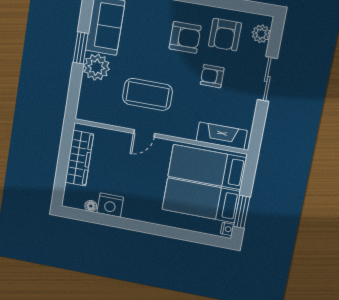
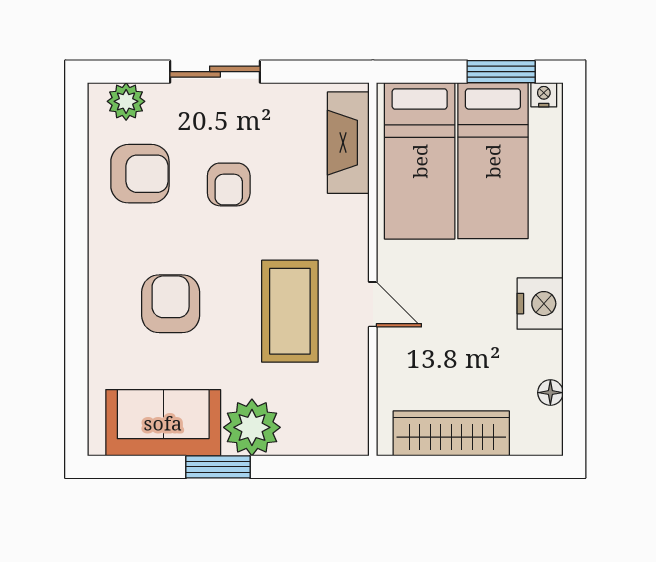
armchair: (185, 37) -> (171, 304), moved
nightstand: (110, 205) -> (540, 304), moved

